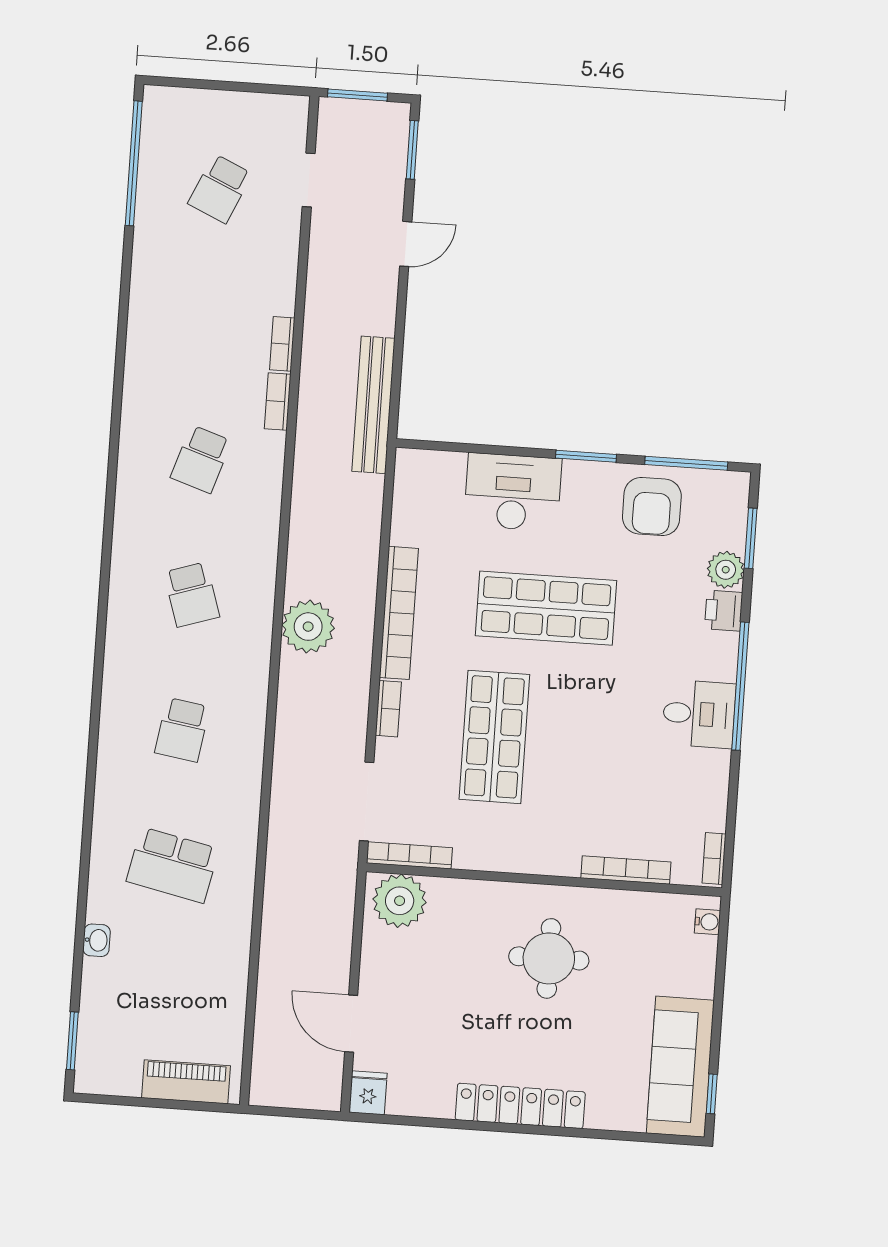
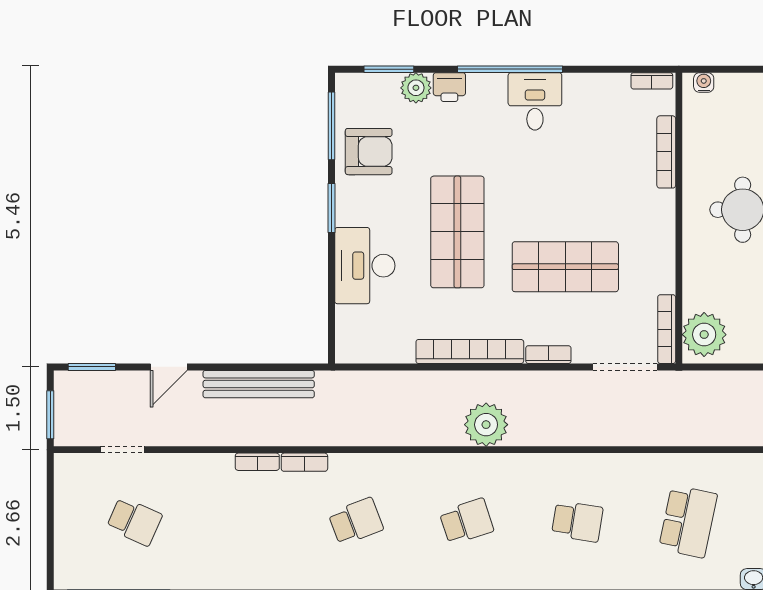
door: (406, 244) -> (169, 367), swing flipped
bench: (373, 405) -> (259, 384), moved
school desk: (201, 459) -> (356, 521), turned -39

